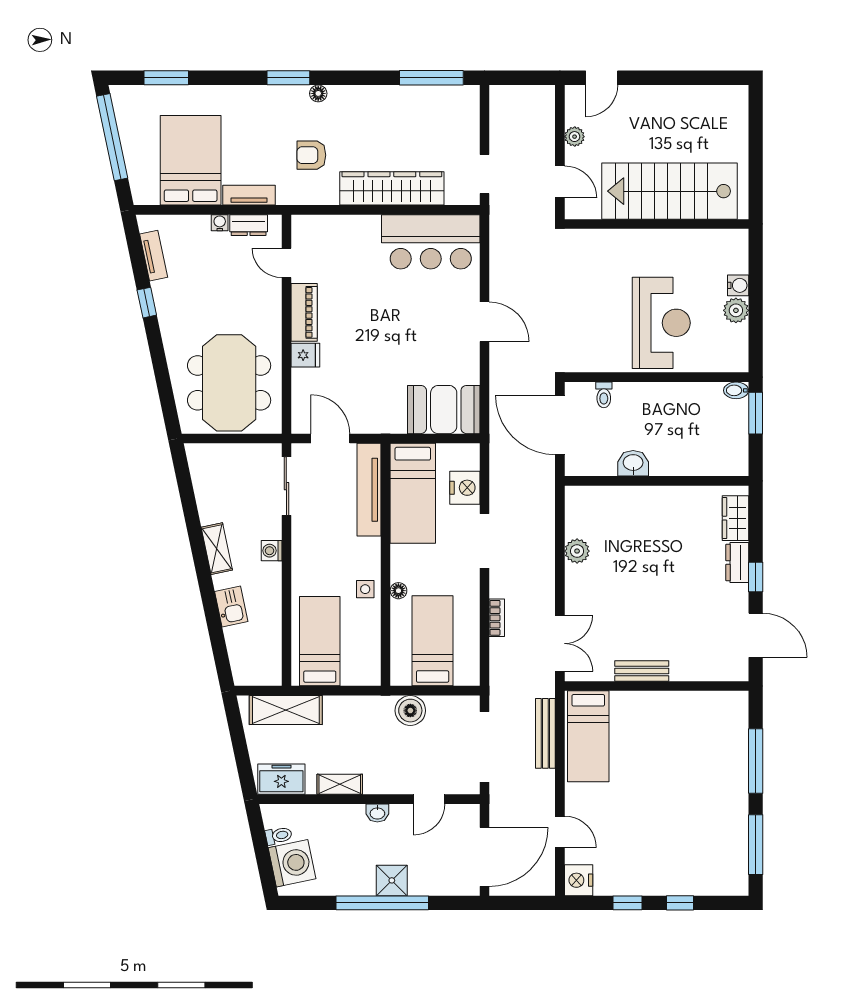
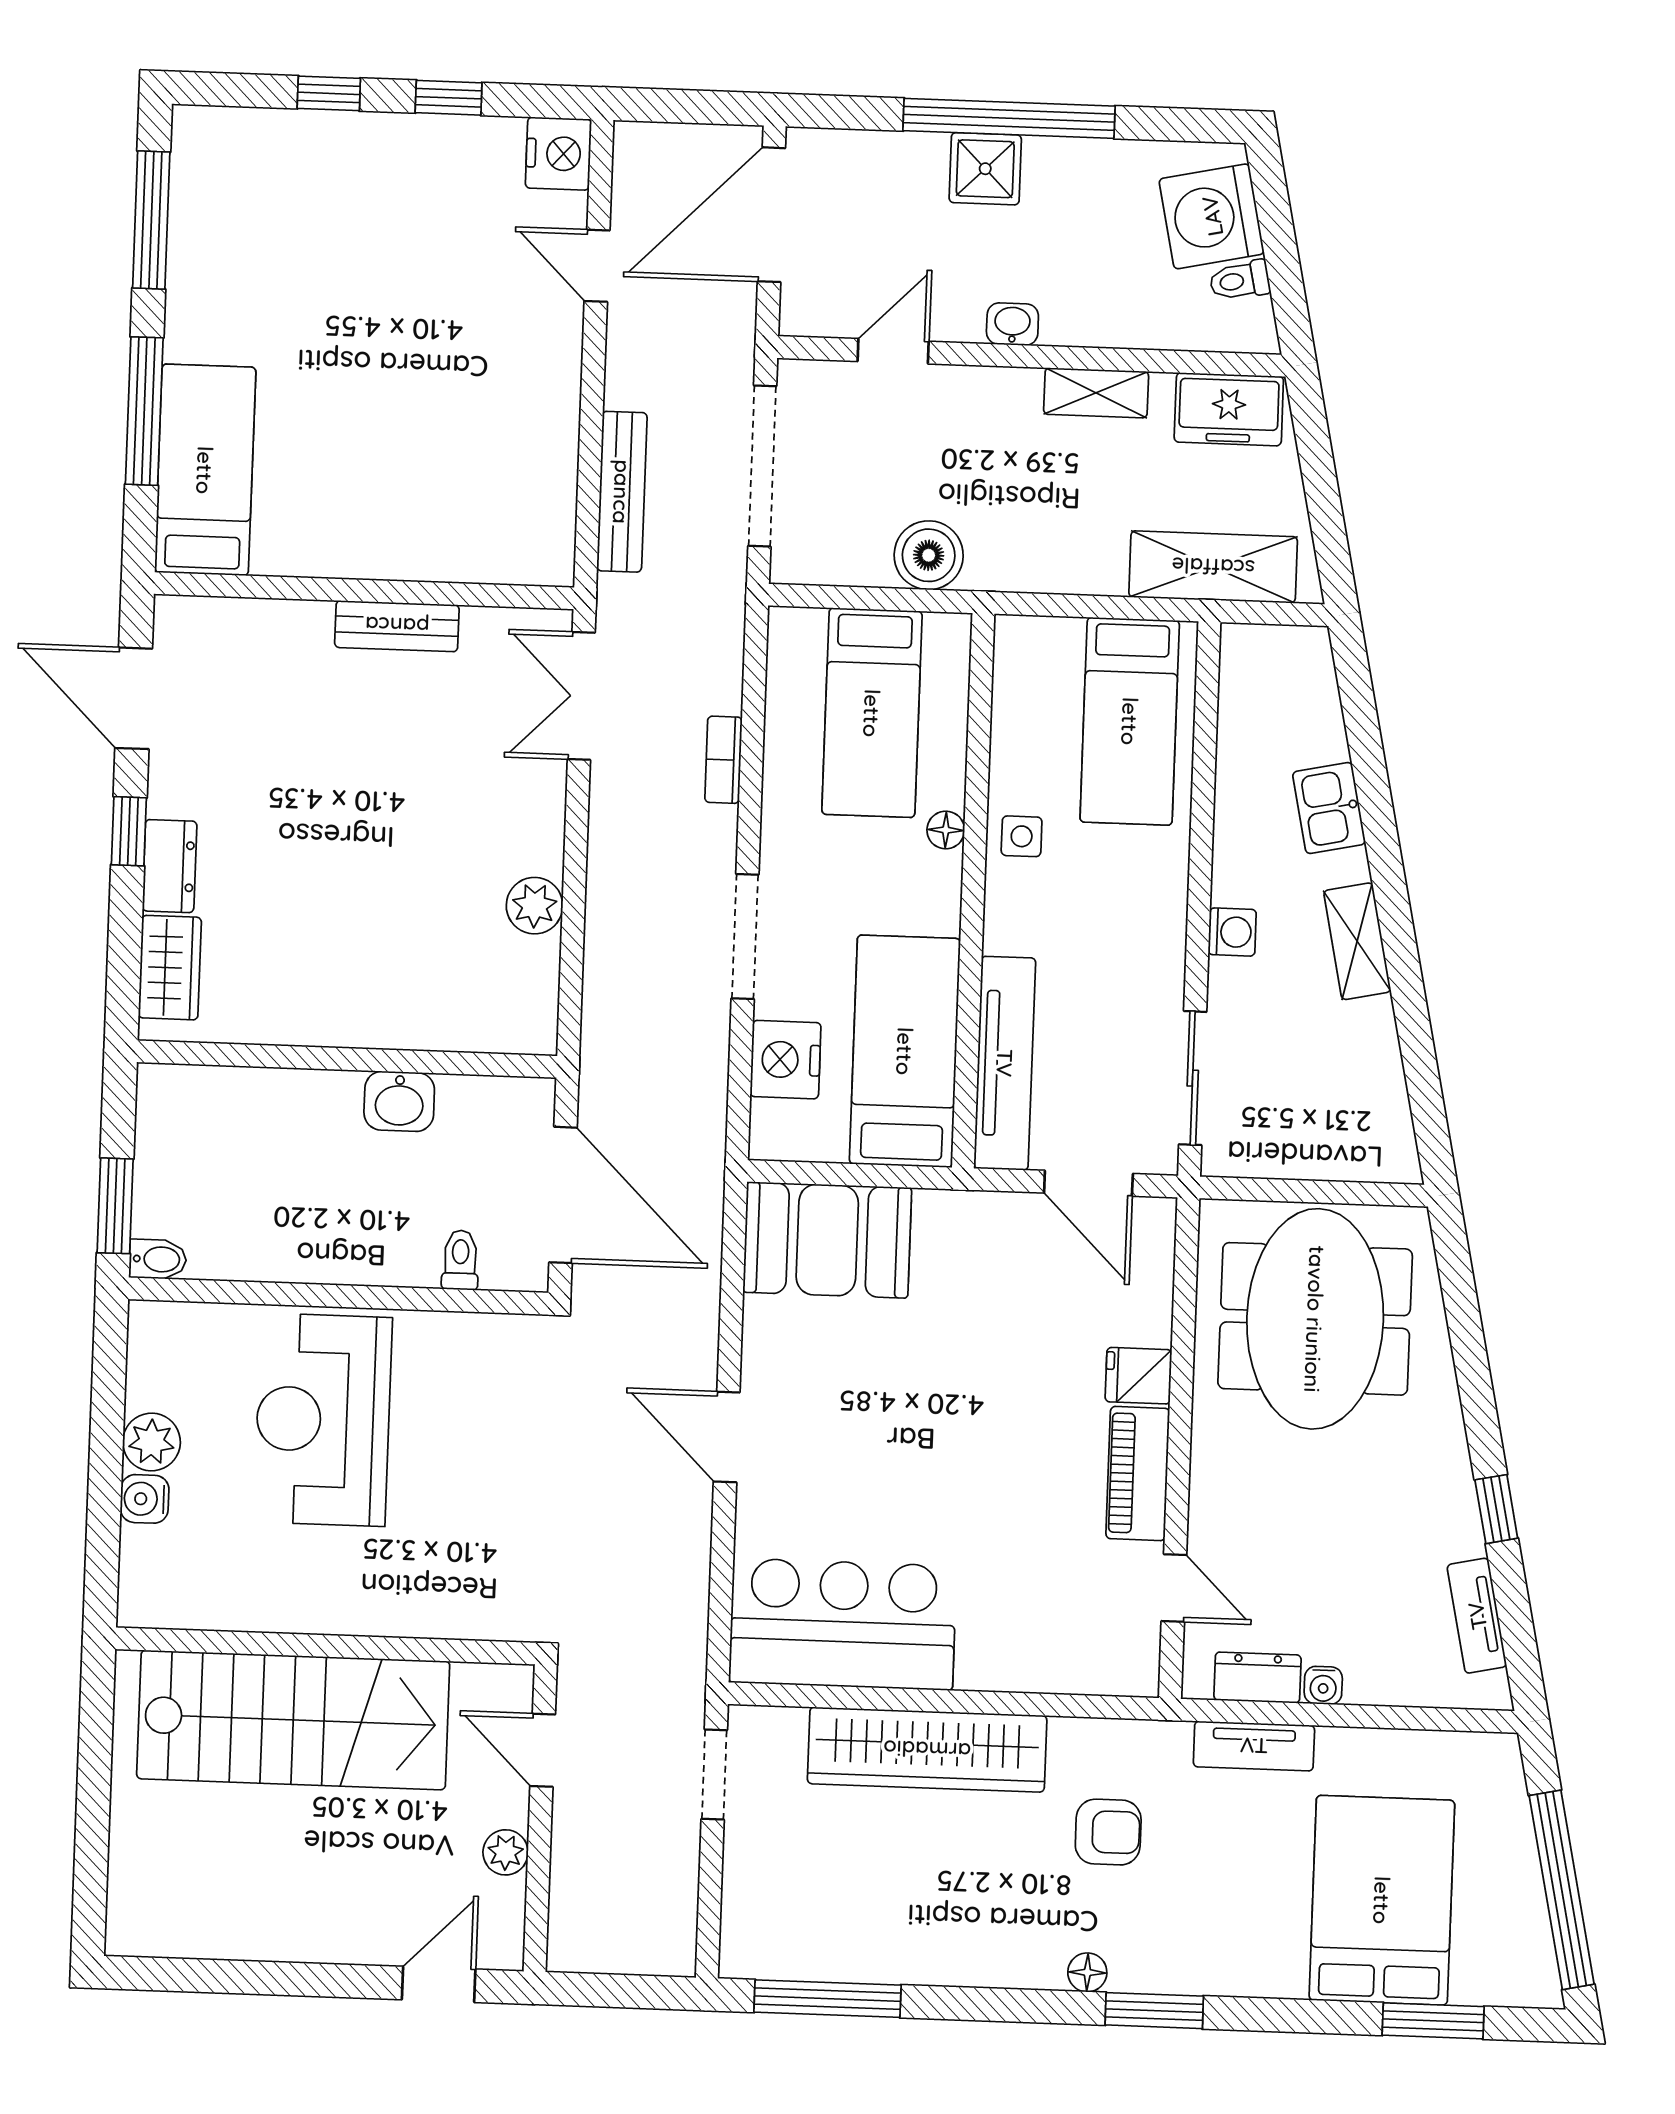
bed: (191, 160) -> (1382, 1900), moved, turned 180
bed: (588, 736) -> (205, 470), moved

